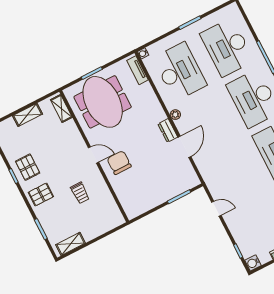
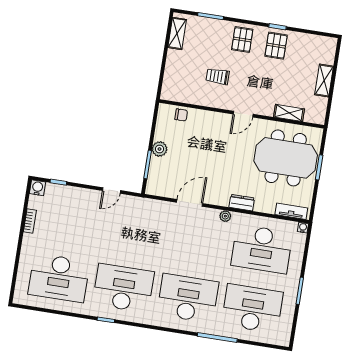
shelving: (61, 109) -> (289, 113), moved
dresser: (168, 131) -> (242, 203), moved
door: (185, 147) -> (190, 203), swing flipped
chair: (119, 163) -> (181, 115), moved, width x0.54, depth x0.54
pallet: (28, 167) -> (276, 46), turned 90
plant: (162, 196) -> (160, 149), added

